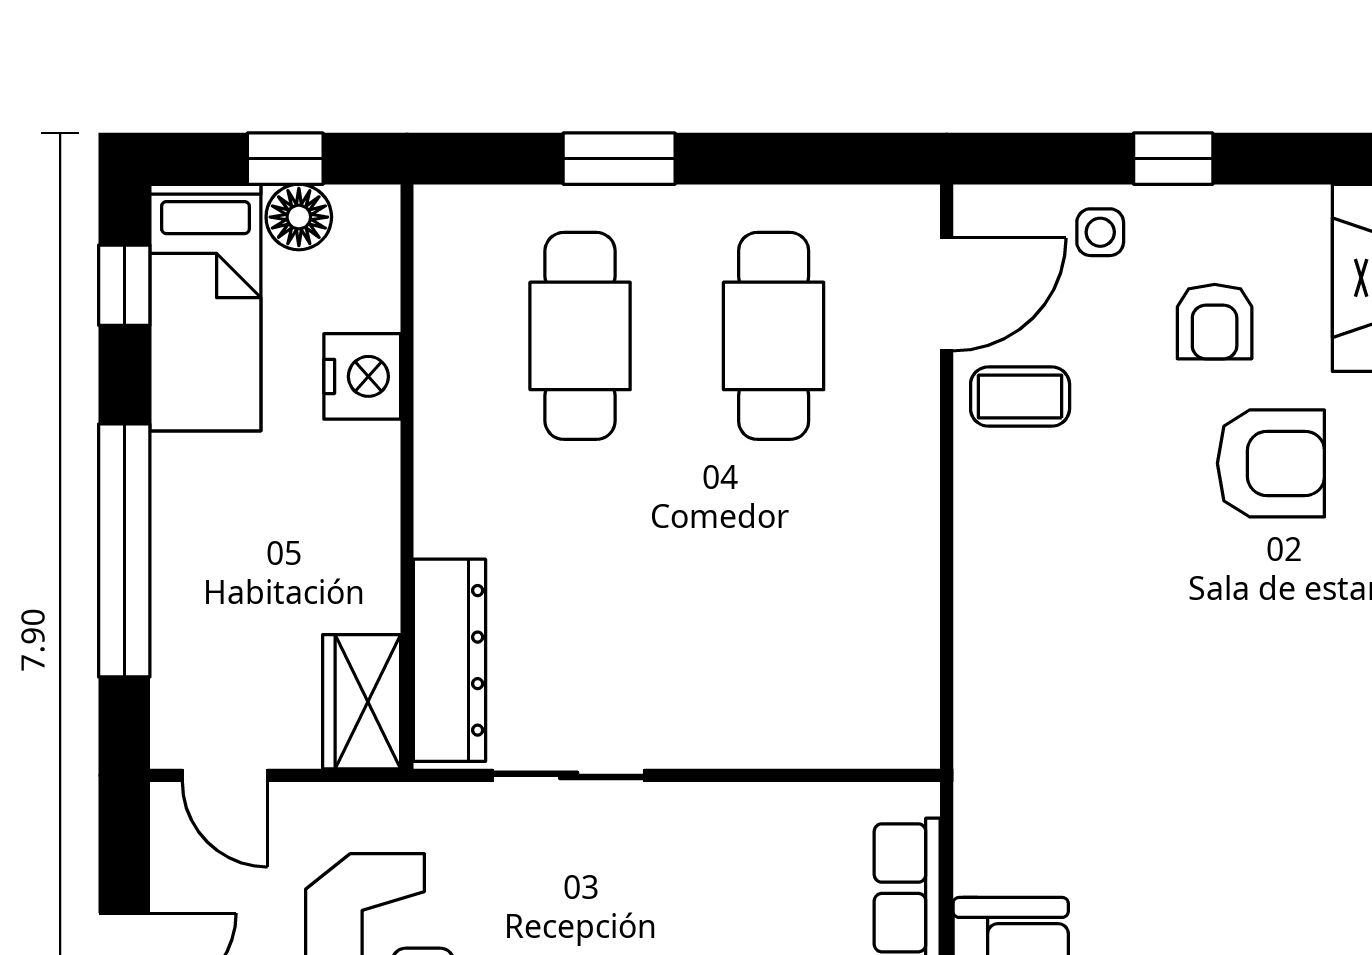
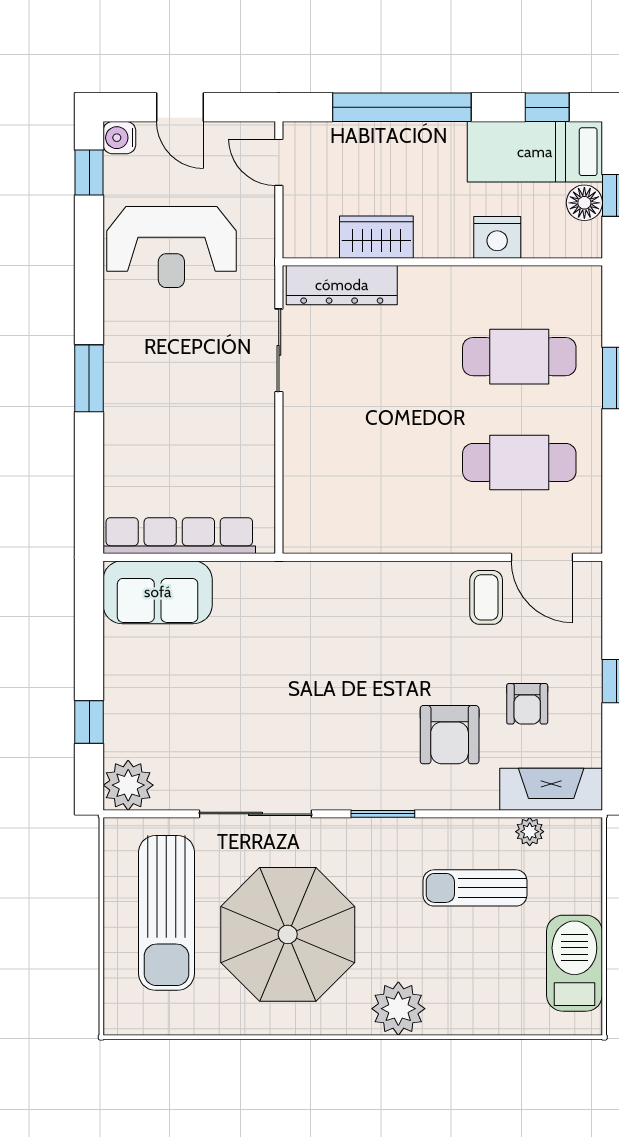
side table: (1100, 232) -> (576, 641), removed
armchair: (1215, 322) -> (527, 704), turned -90
wardrobe: (362, 702) -> (376, 237), moved
door: (225, 775) -> (279, 162), hinge flipped

